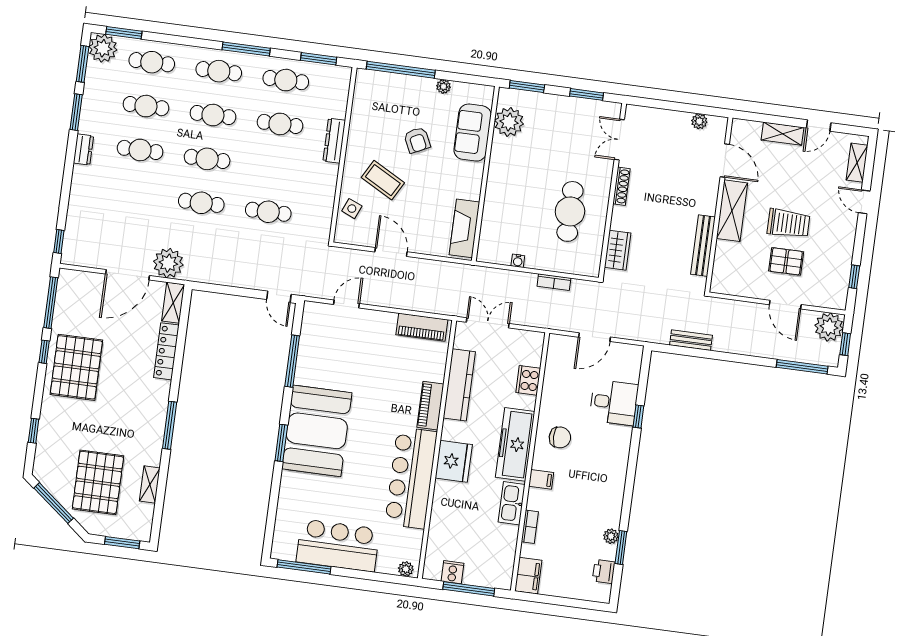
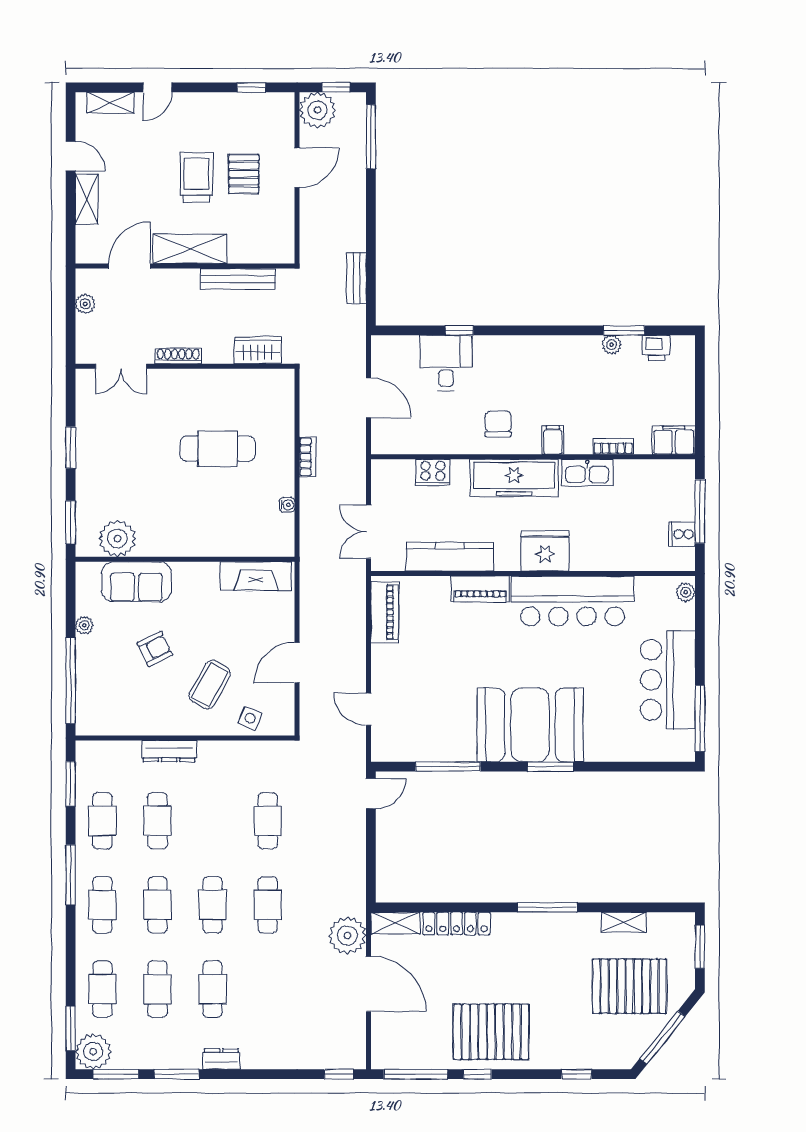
double door: (619, 140) -> (121, 366), moved
shoe rack: (621, 186) -> (178, 356), moved
wall: (613, 191) -> (185, 366), moved
wardrobe: (618, 250) -> (258, 350), moved

